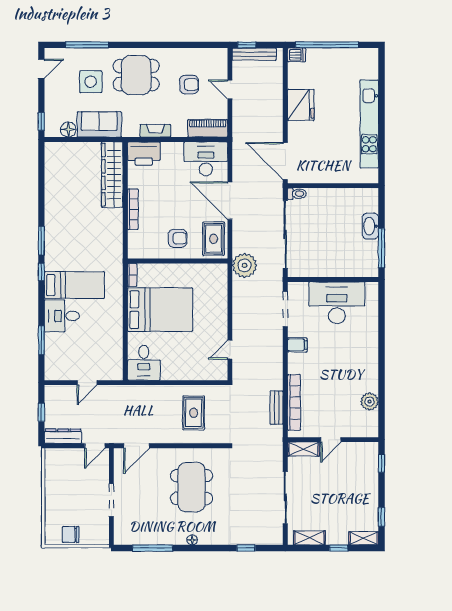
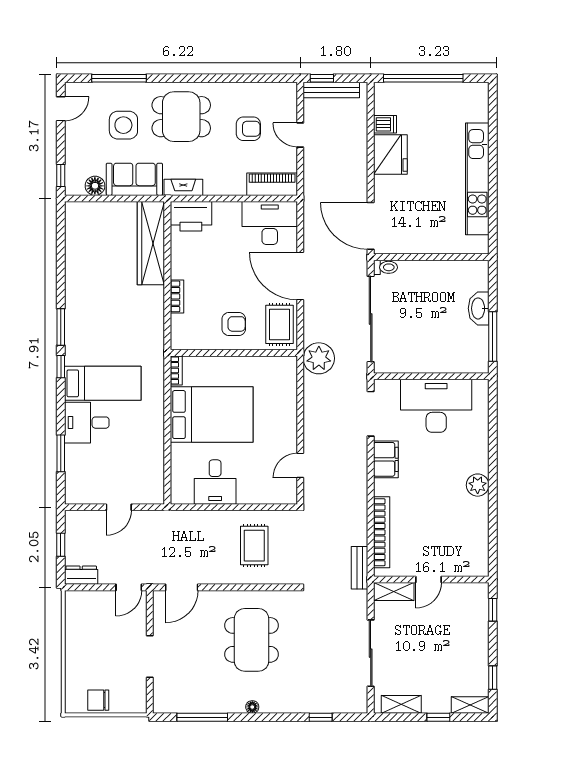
dishwasher: (297, 55) -> (385, 124), moved
fireplace: (155, 131) -> (183, 187), moved
bookcase: (133, 209) -> (177, 296), width x0.64
filing cabinet: (297, 345) -> (386, 459), width x2.00
desk: (144, 363) -> (215, 482), moved
plant: (370, 402) -> (478, 485), moved
bench: (277, 408) -> (360, 568), moved
dresser: (63, 436) -> (81, 575), width x0.70

